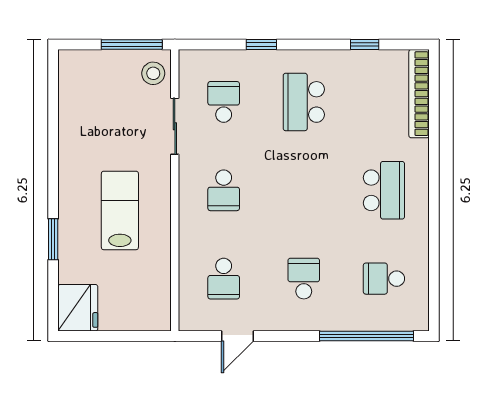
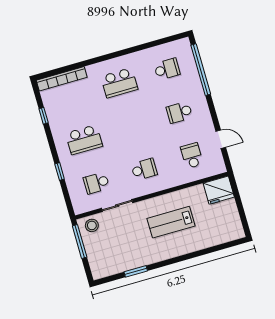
school desk: (384, 190) -> (119, 83), turned 180
window: (53, 239) -> (136, 271), moved
school desk: (224, 279) -> (192, 156), turned -90
school desk: (384, 279) -> (167, 69), turned -90
fridge: (78, 308) -> (219, 190), moved, turned 180

